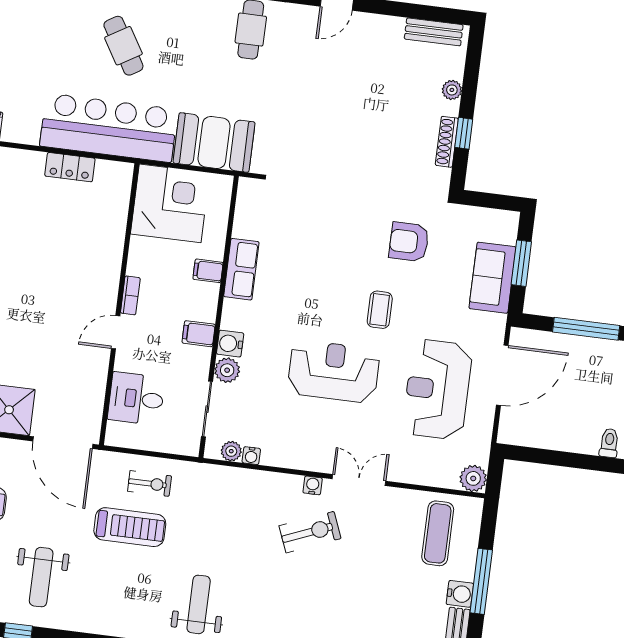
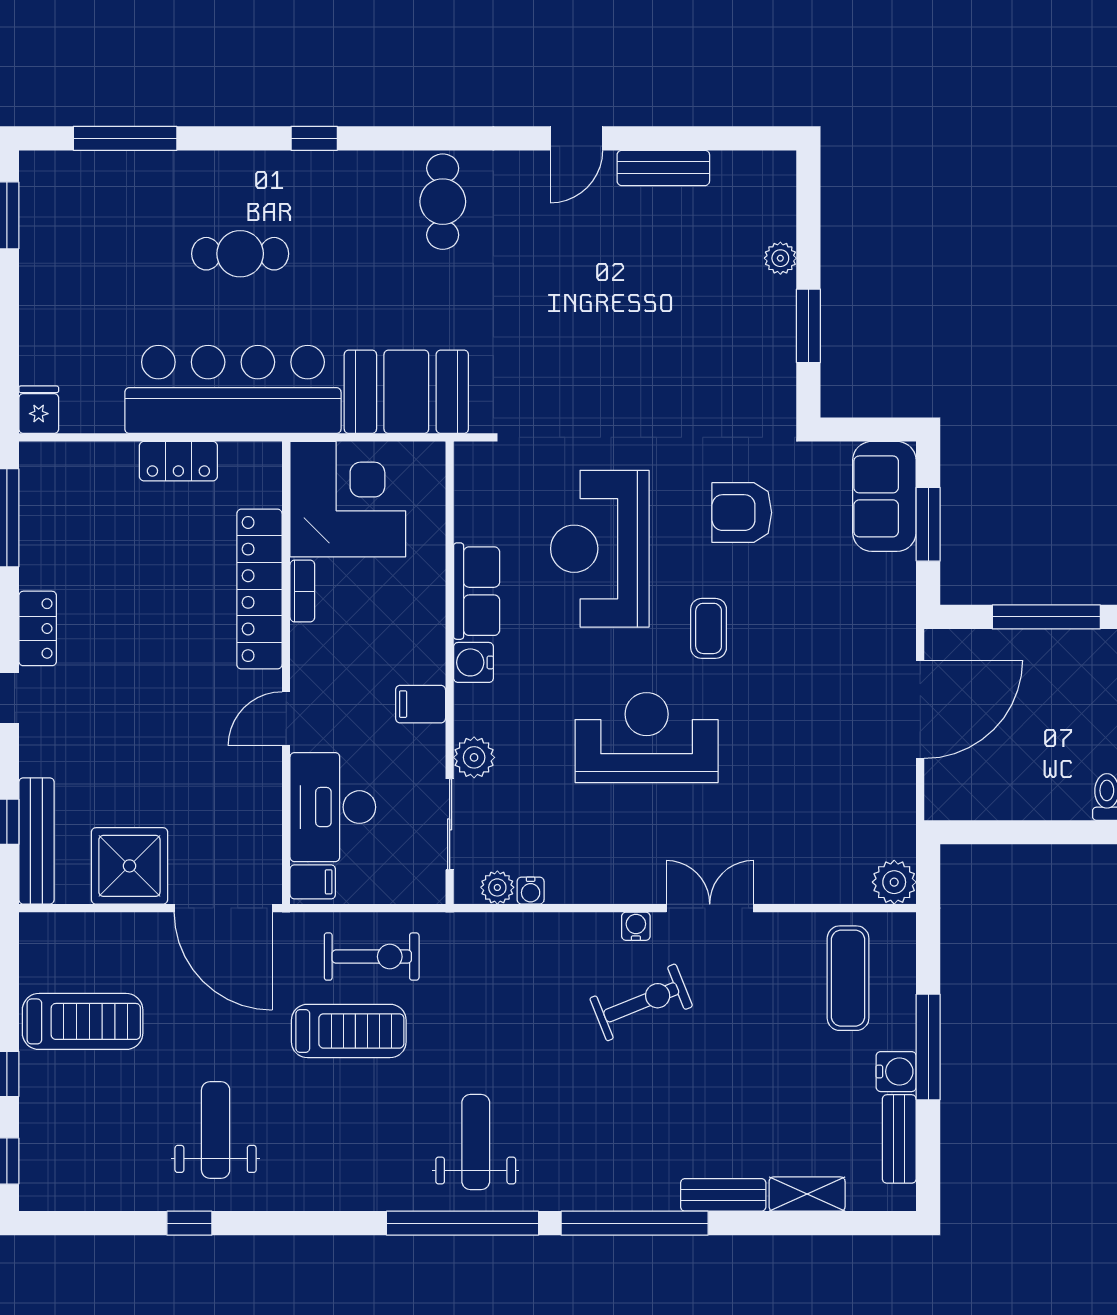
bench: (434, 32) -> (663, 168), moved
cafe table: (123, 46) -> (240, 254), turned -59
window: (464, 133) -> (808, 326), width x1.50
shoe rack: (447, 142) -> (783, 343), removed
locker: (109, 251) -> (259, 589), added
filing cabinet: (208, 271) -> (313, 882), moved, turned 180
sofa: (492, 278) -> (884, 496), moved
bookcase: (130, 295) -> (302, 591), moved
water cooler: (230, 344) -> (473, 662), moved
reception desk: (437, 389) -> (600, 549), moved
desk: (136, 399) -> (333, 807), width x1.37
exercise bike: (150, 484) -> (372, 957), width x1.38, depth x1.39
weight bench: (41, 577) -> (216, 1130), turned 180

